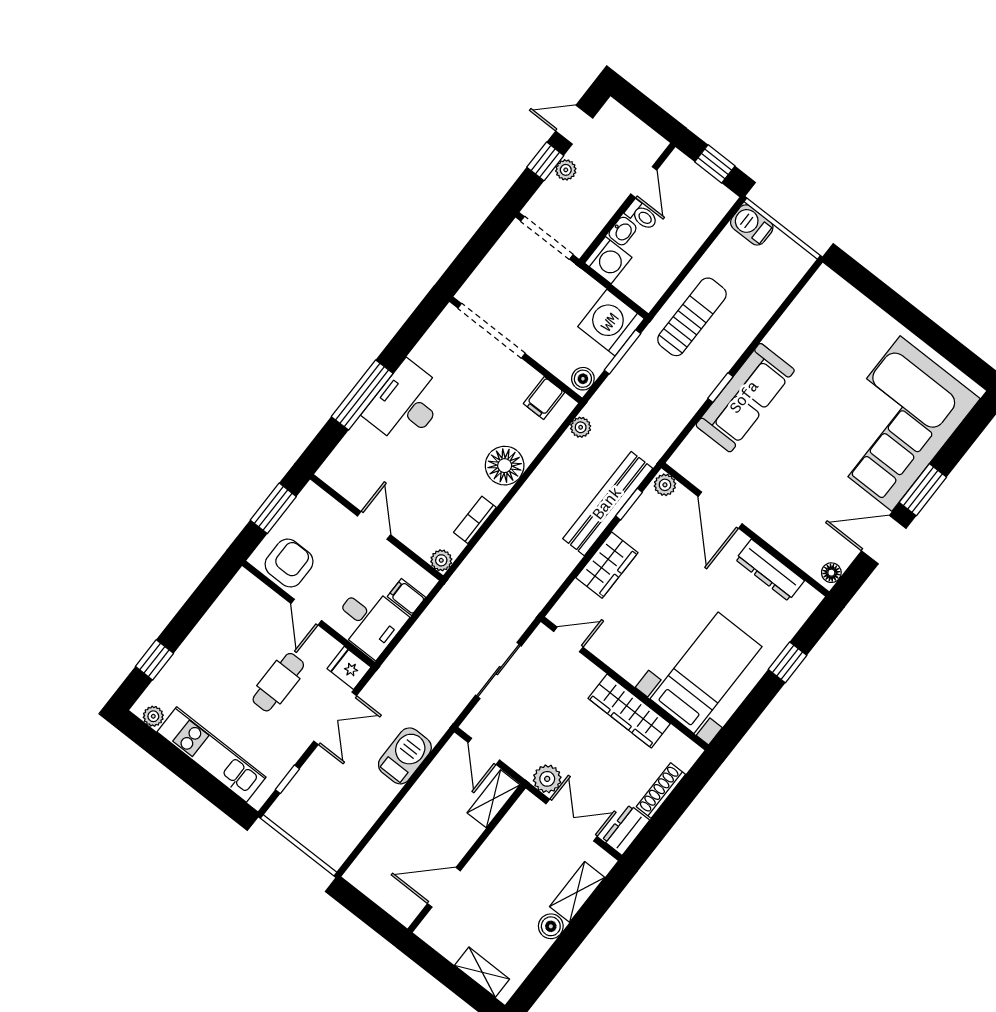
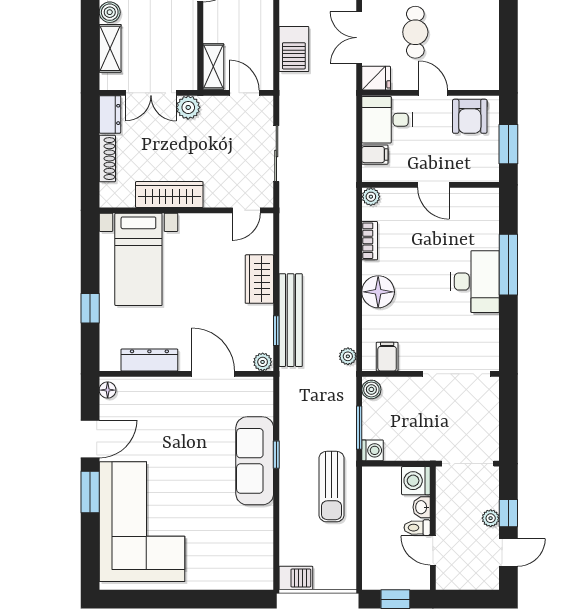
barbecue: (752, 225) -> (296, 578), moved
washing machine: (611, 323) -> (373, 450), width x0.53, depth x0.53

